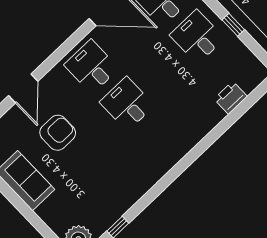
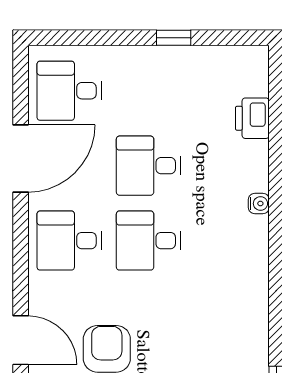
desk: (197, 37) -> (148, 166), moved
water cooler: (194, 139) -> (259, 203), added

